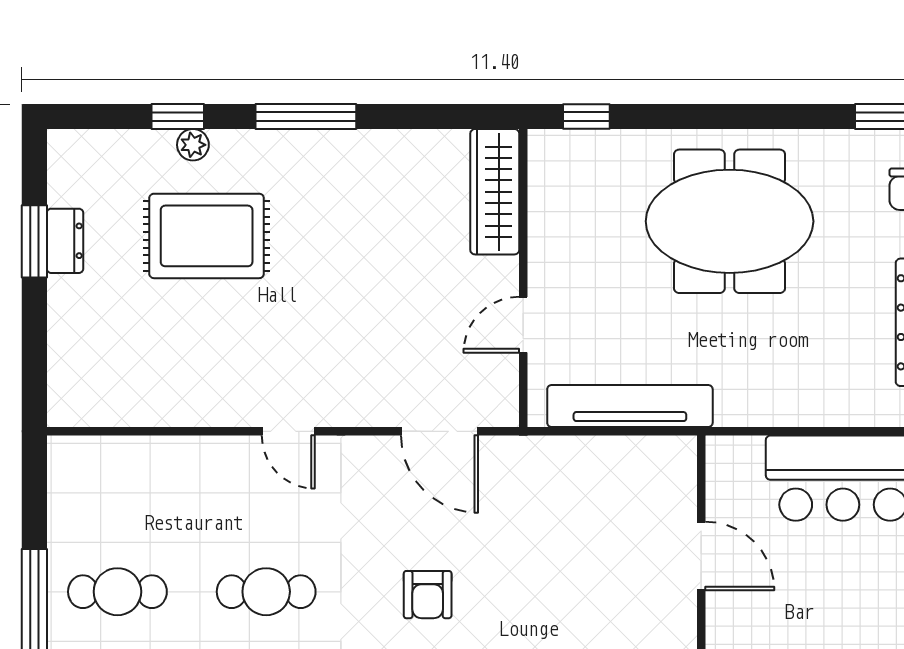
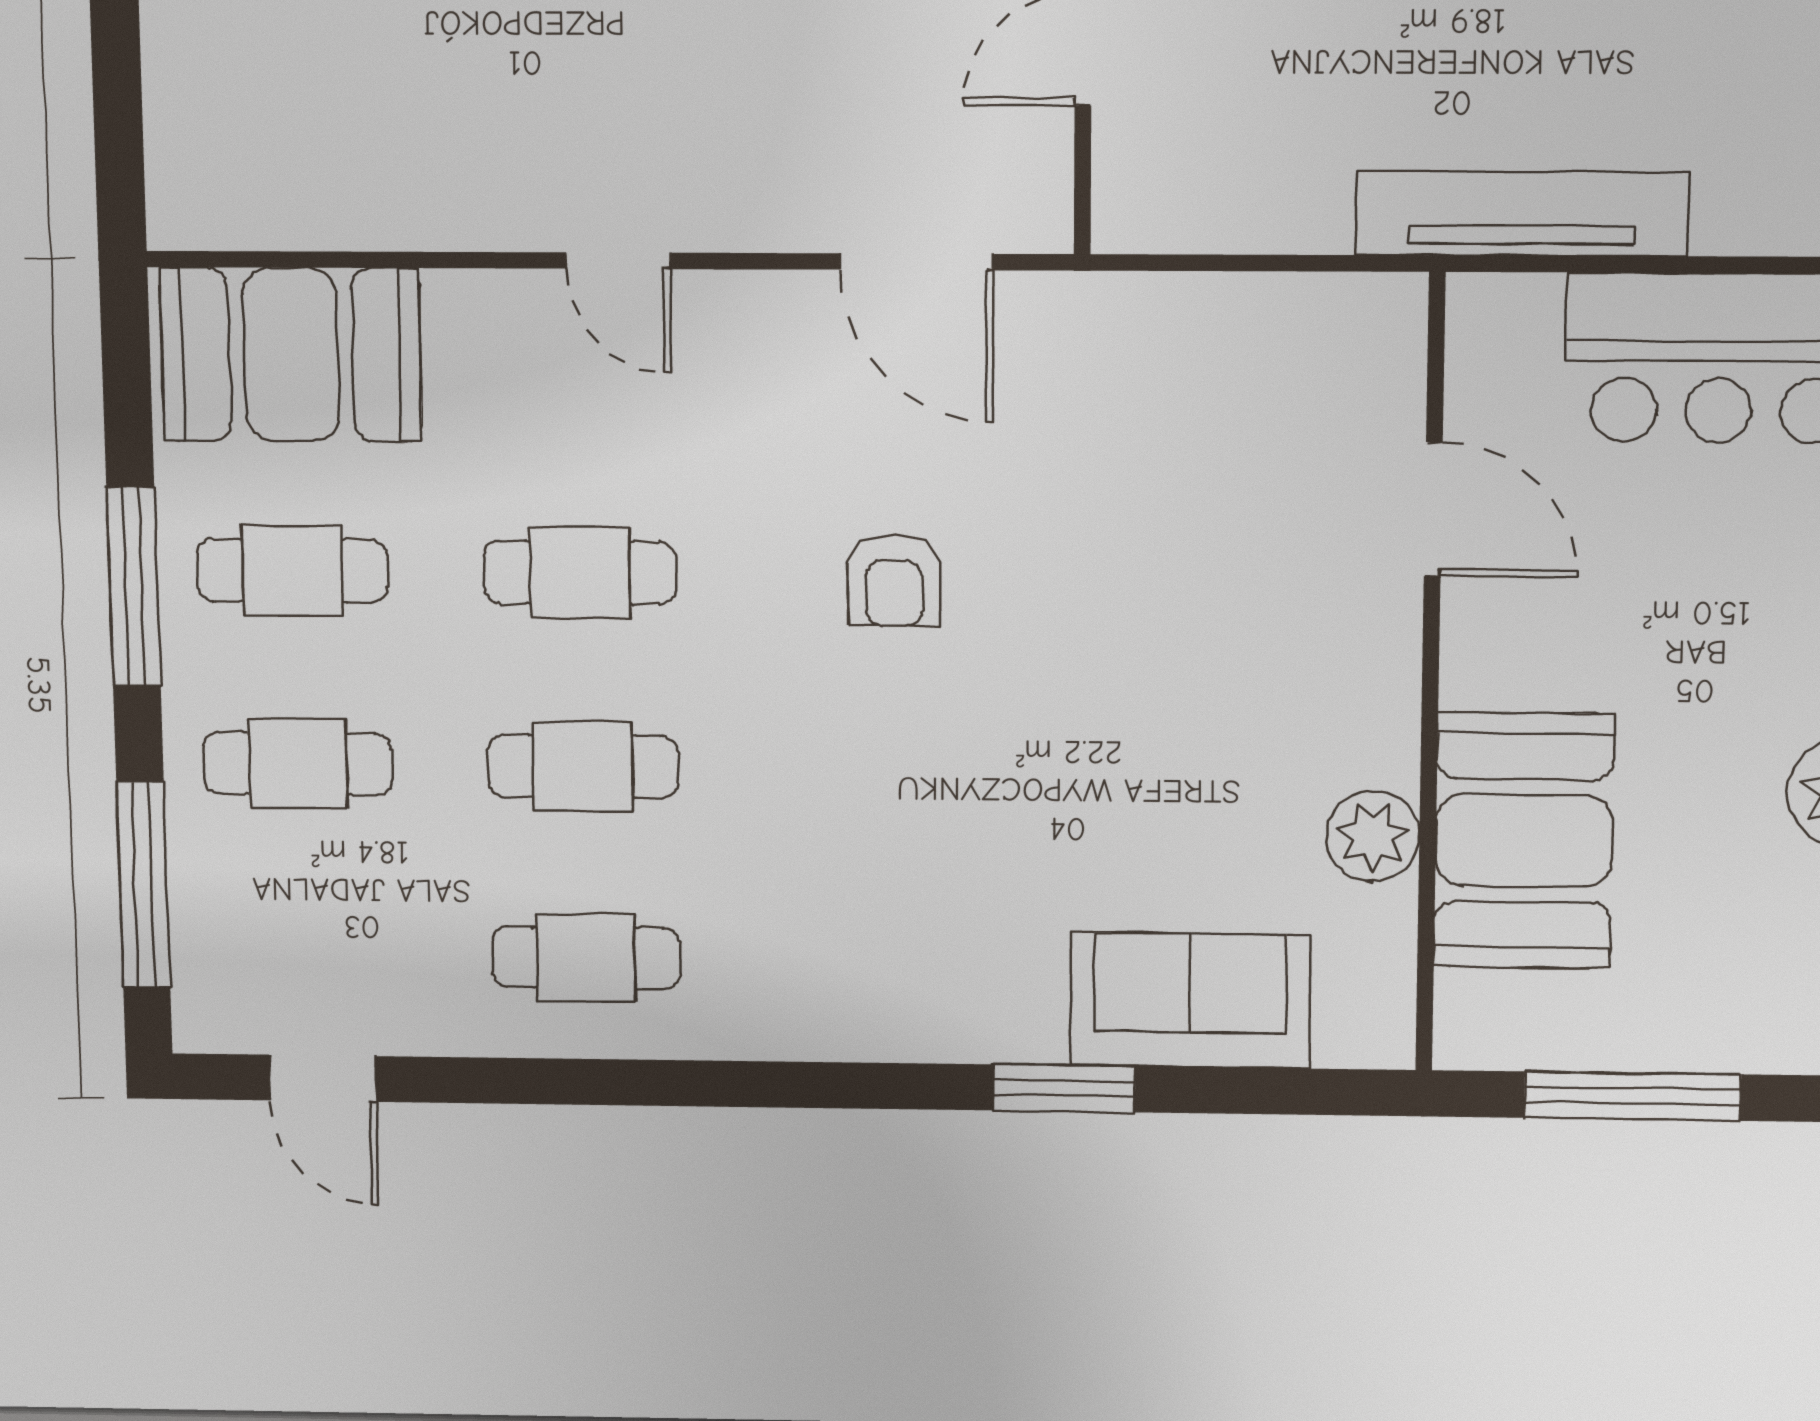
tv unit: (630, 406) -> (1521, 214), moved
booth: (120, 480) -> (291, 355), added

